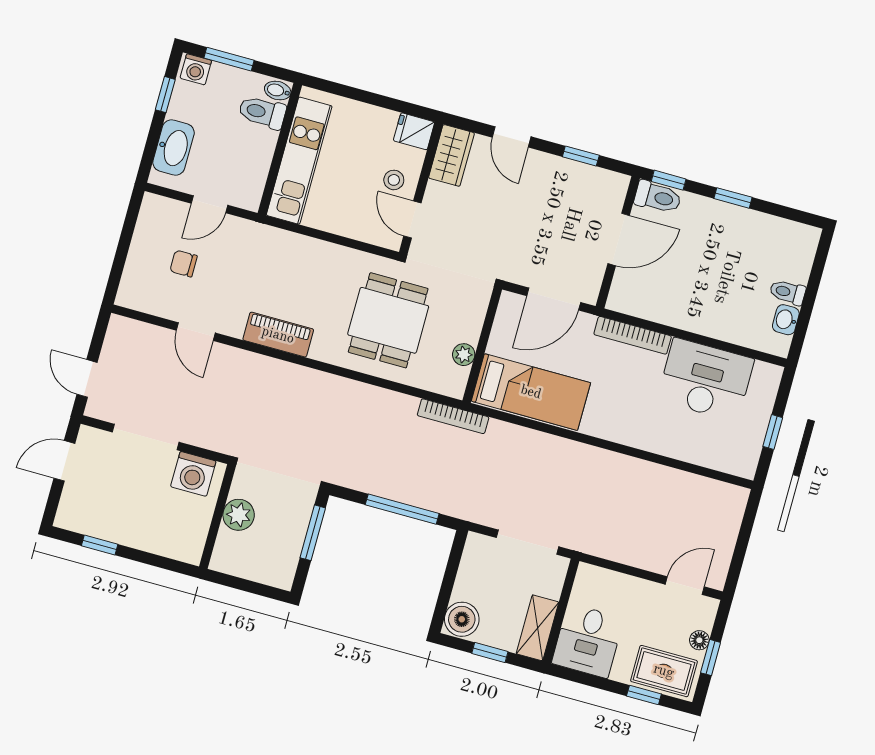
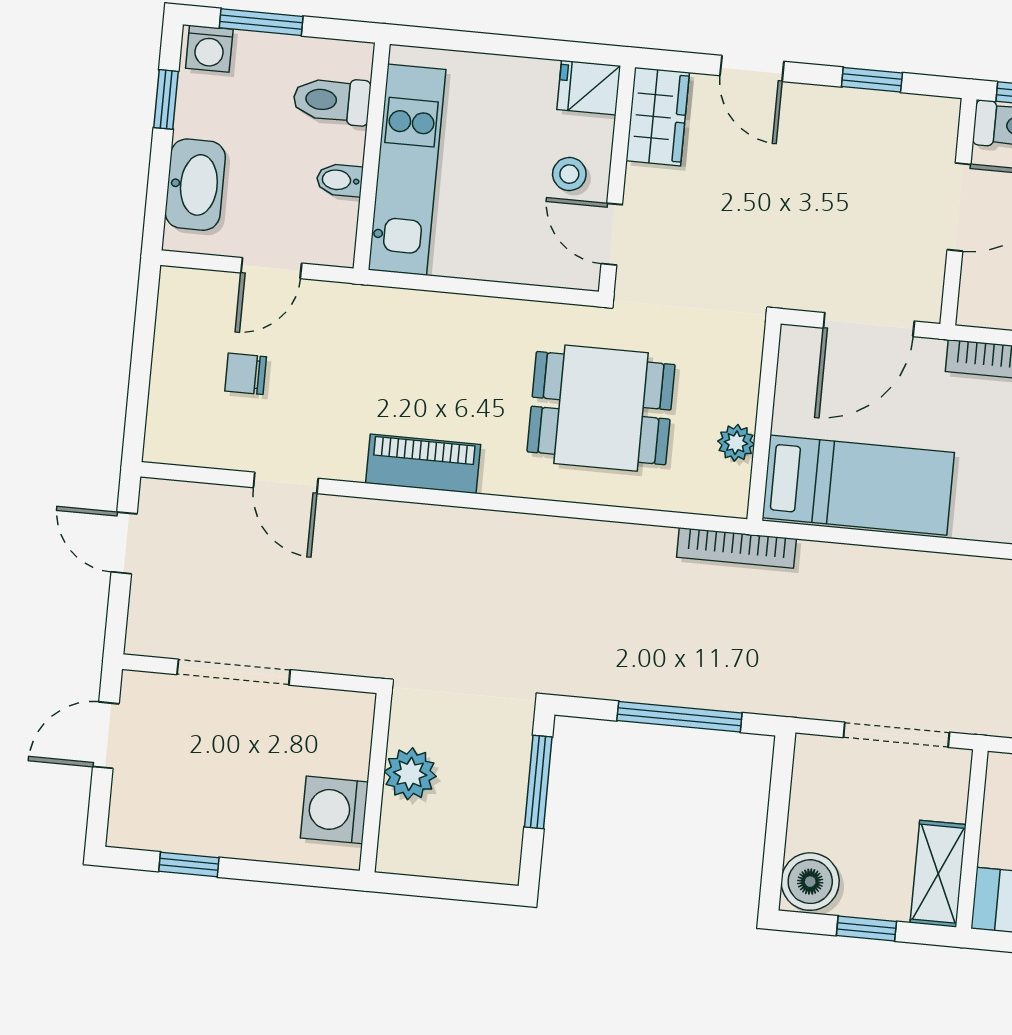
bidet: (278, 91) -> (340, 180), moved
dining table: (388, 320) -> (601, 408), turned 90
door: (87, 378) -> (124, 543), moved
washing machine: (193, 474) -> (334, 810), moved, turned 90

